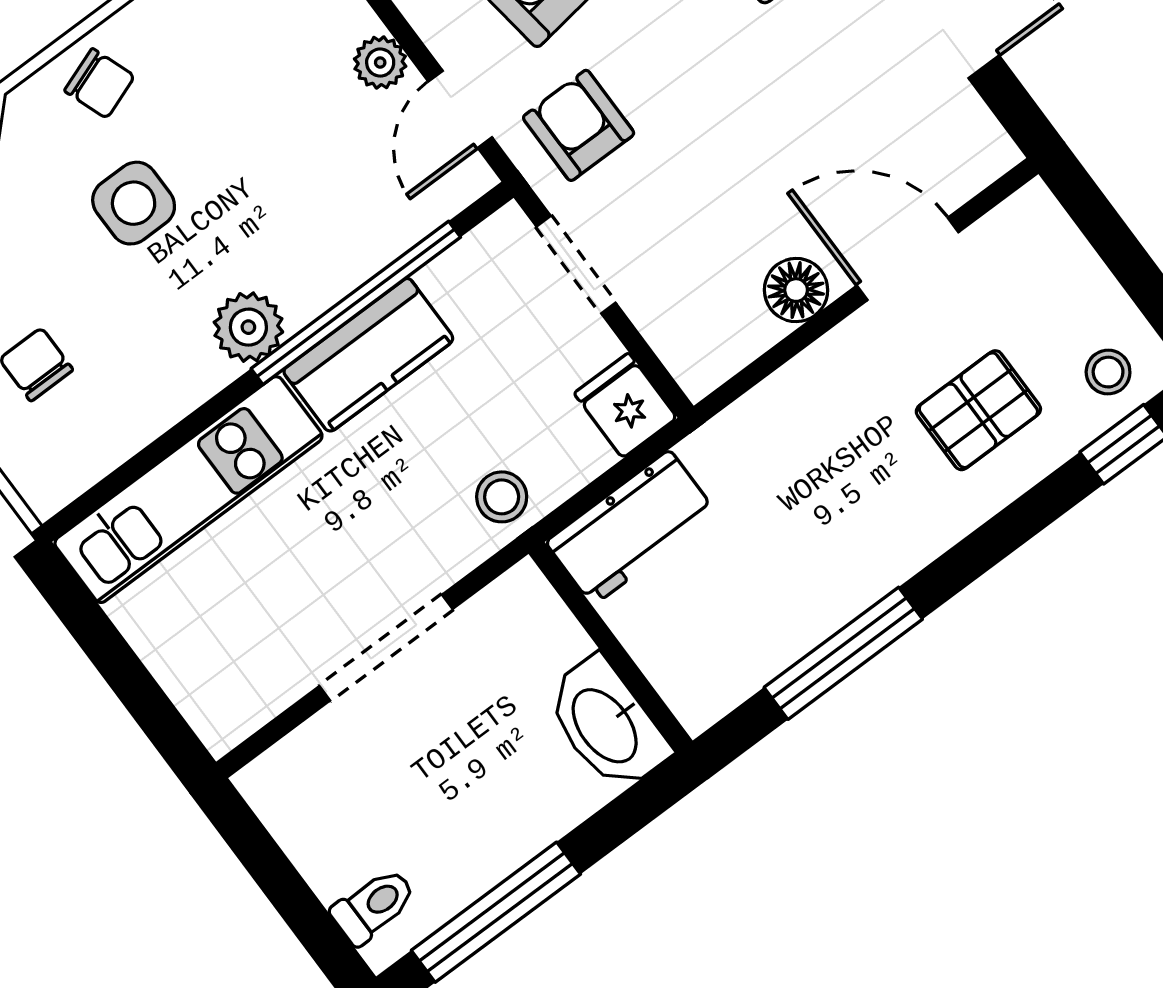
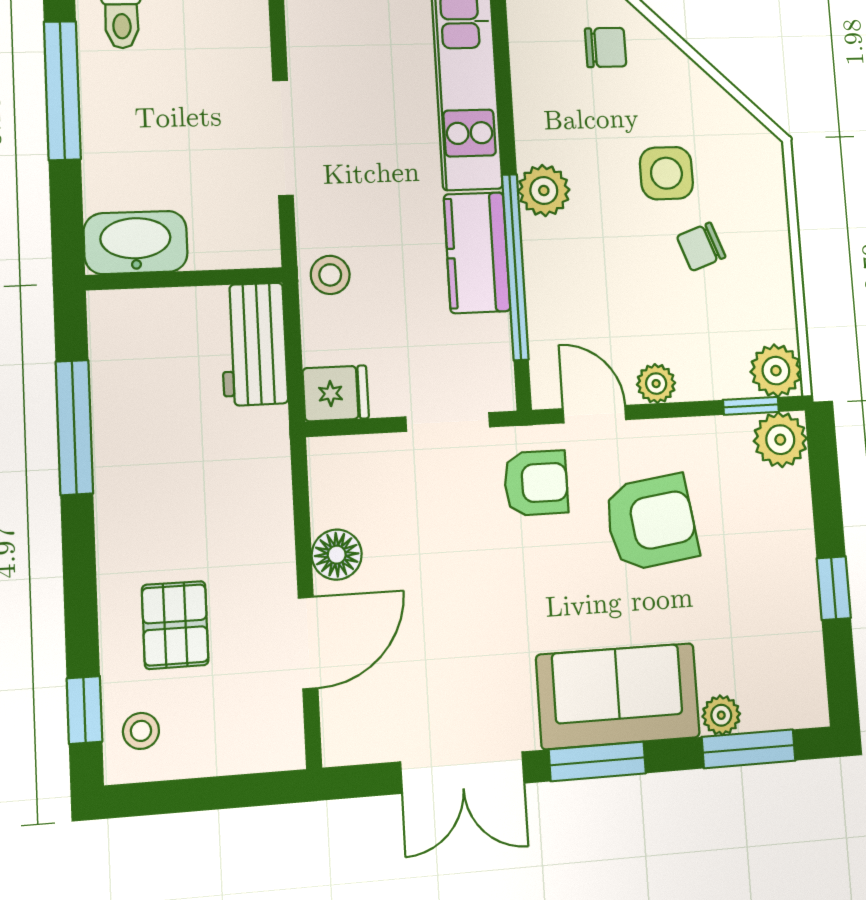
chair: (100, 83) -> (701, 247), moved

